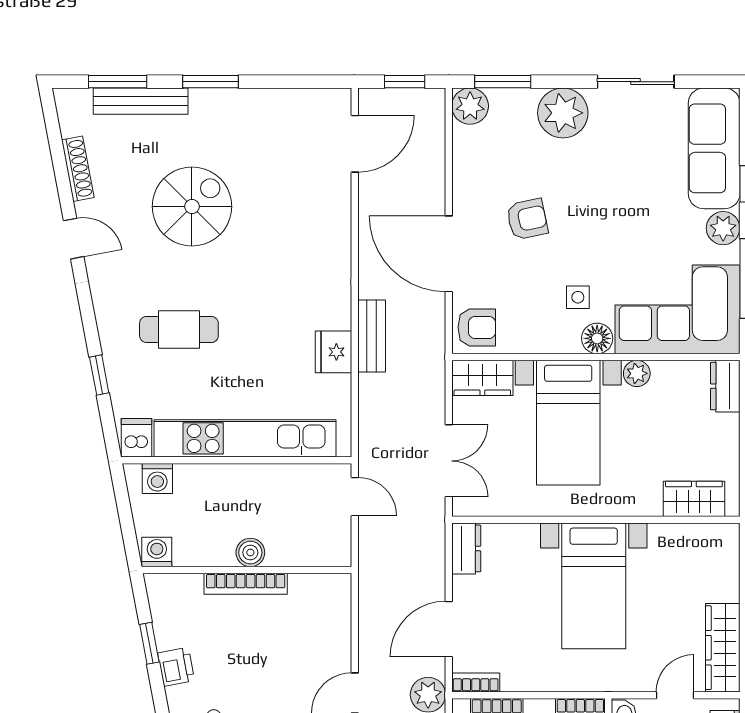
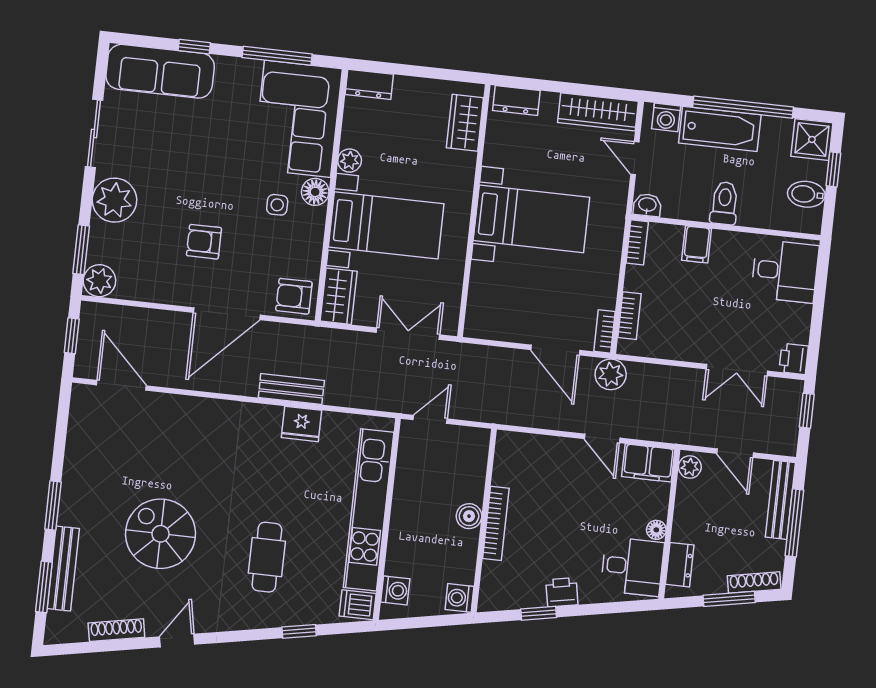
armchair: (527, 219) -> (204, 242), turned -78
plant: (723, 228) -> (231, 71), removed
armchair: (477, 327) -> (294, 296), turned -90
dresser: (466, 548) -> (516, 100), moved, turned 180

